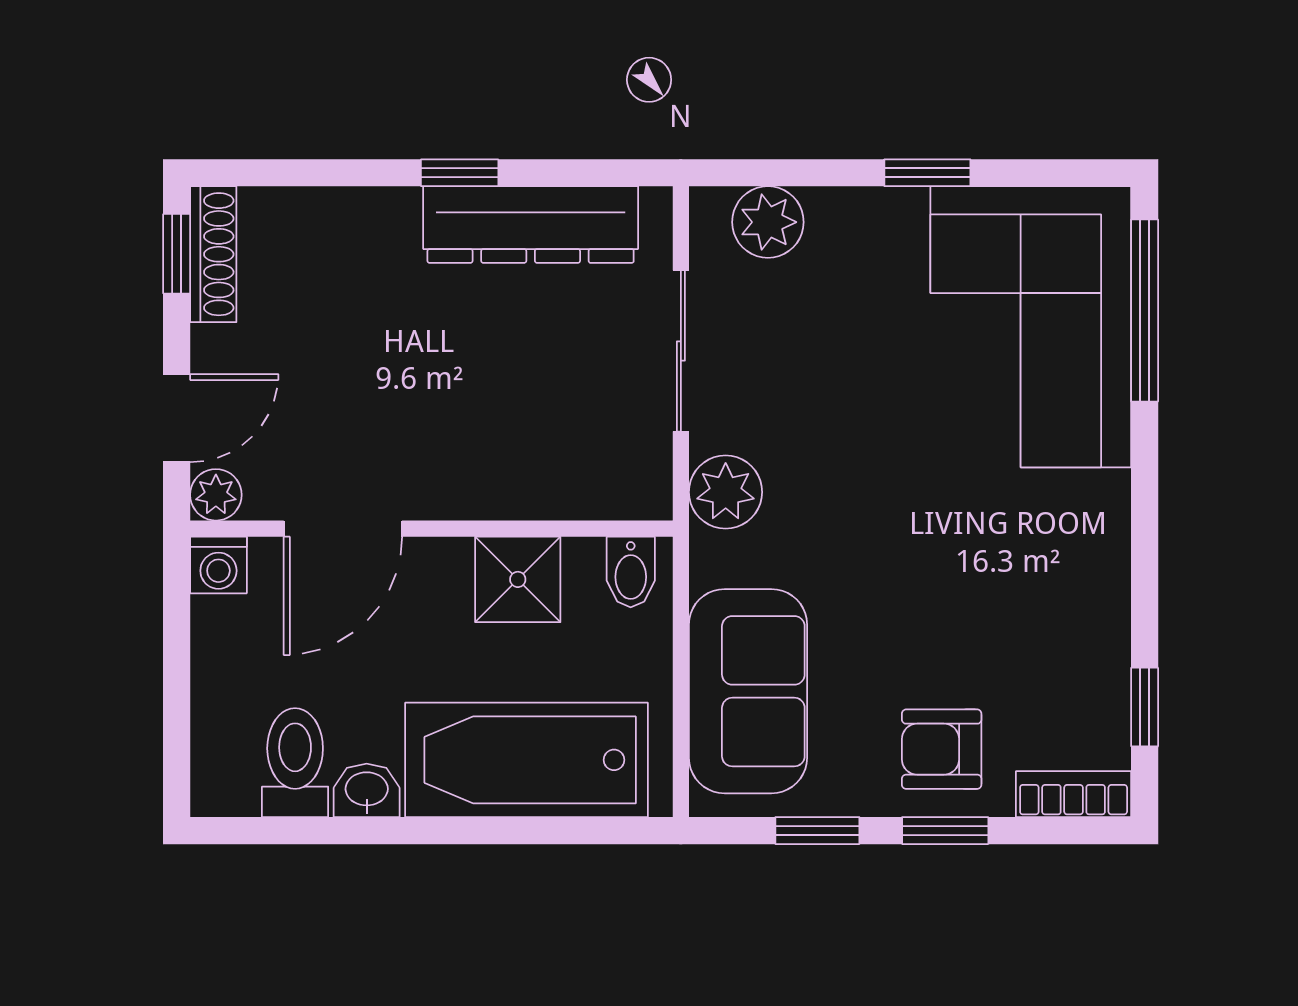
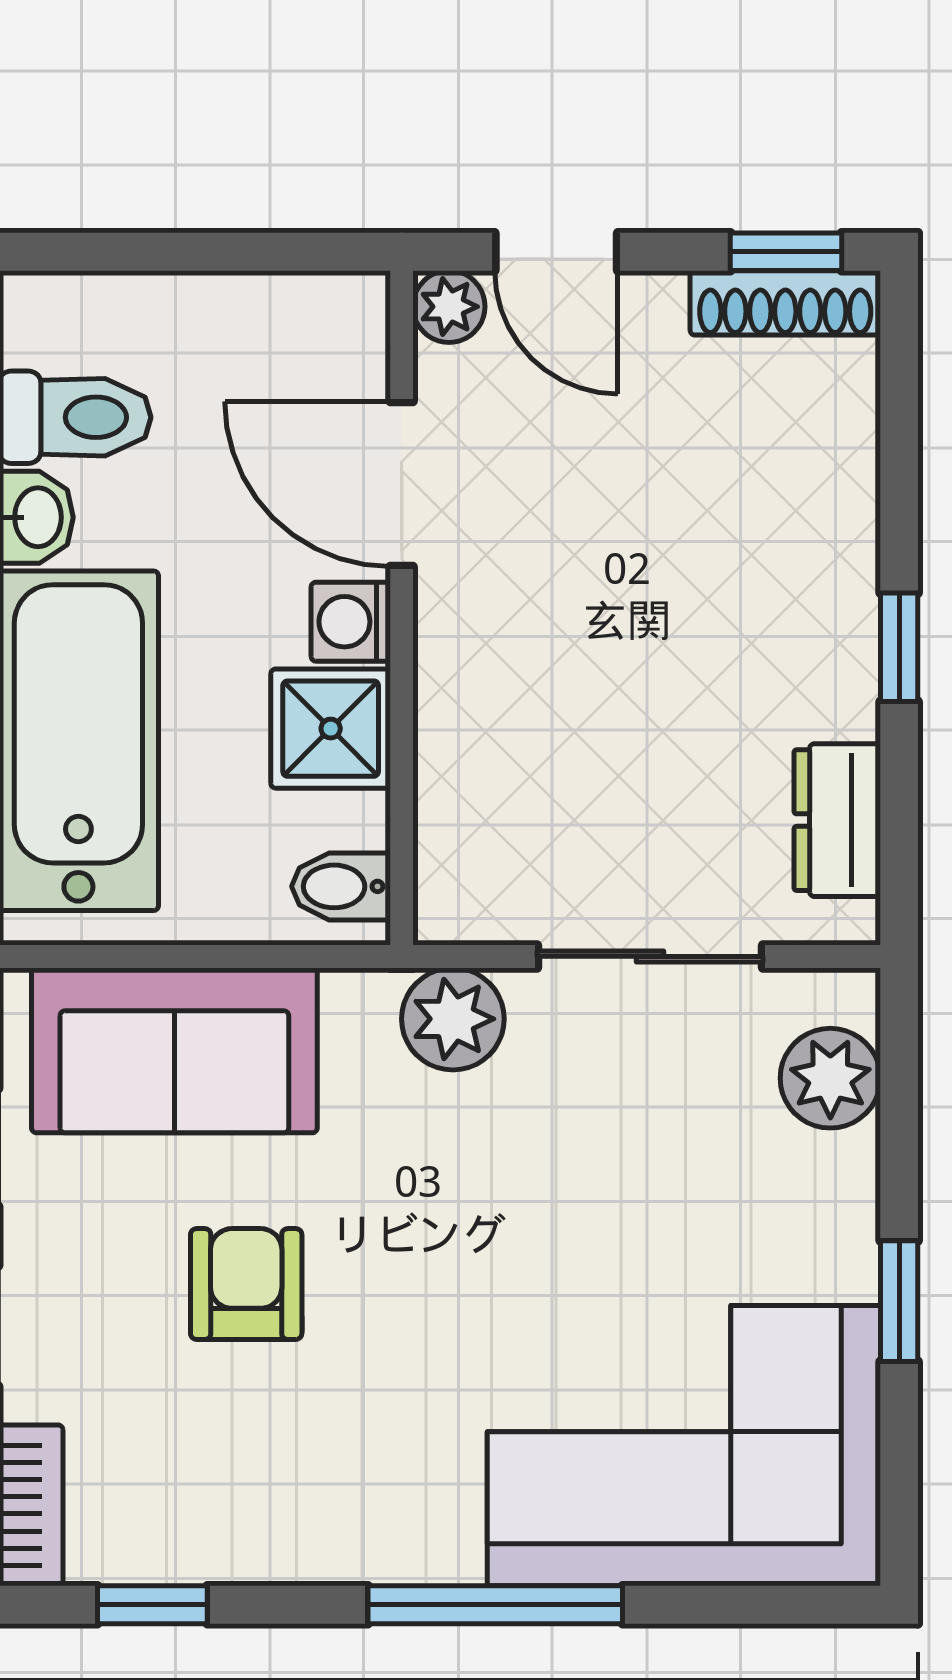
dresser: (531, 225) -> (837, 820), width x0.51, depth x0.80
window: (1145, 310) -> (495, 1605), moved
washing machine: (218, 565) -> (351, 622), moved
armchair: (942, 749) -> (246, 1284), moved

